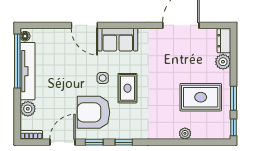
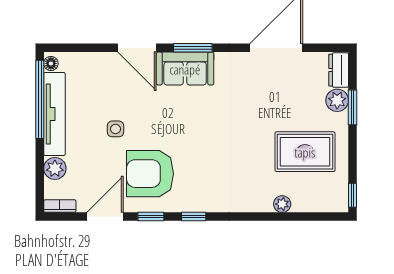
window: (123, 25) -> (193, 48), added
side table: (103, 78) -> (116, 129), moved
rug: (127, 88) -> (199, 139), removed
window: (234, 98) -> (353, 107), moved

